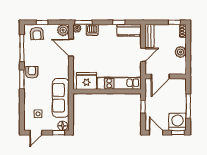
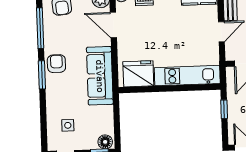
sofa: (61, 98) -> (100, 76), moved

